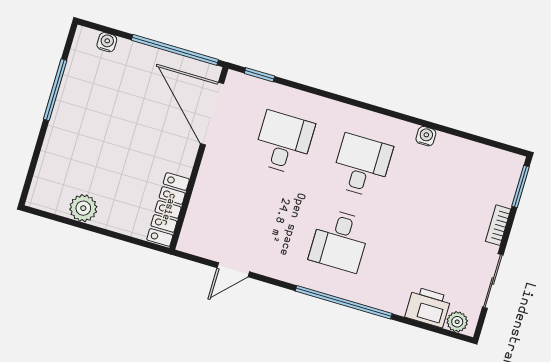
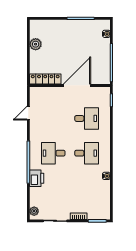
door: (212, 114) -> (77, 85), moved
door: (233, 270) -> (28, 113), hinge flipped
printer: (428, 307) -> (37, 178), moved

